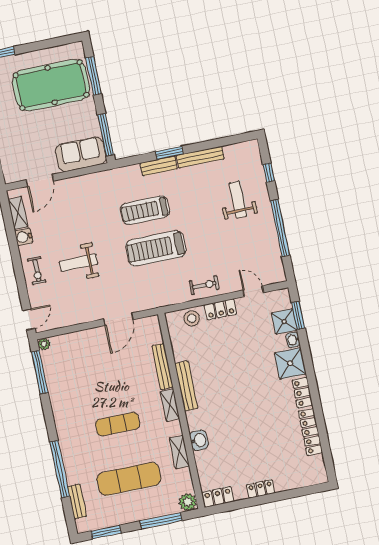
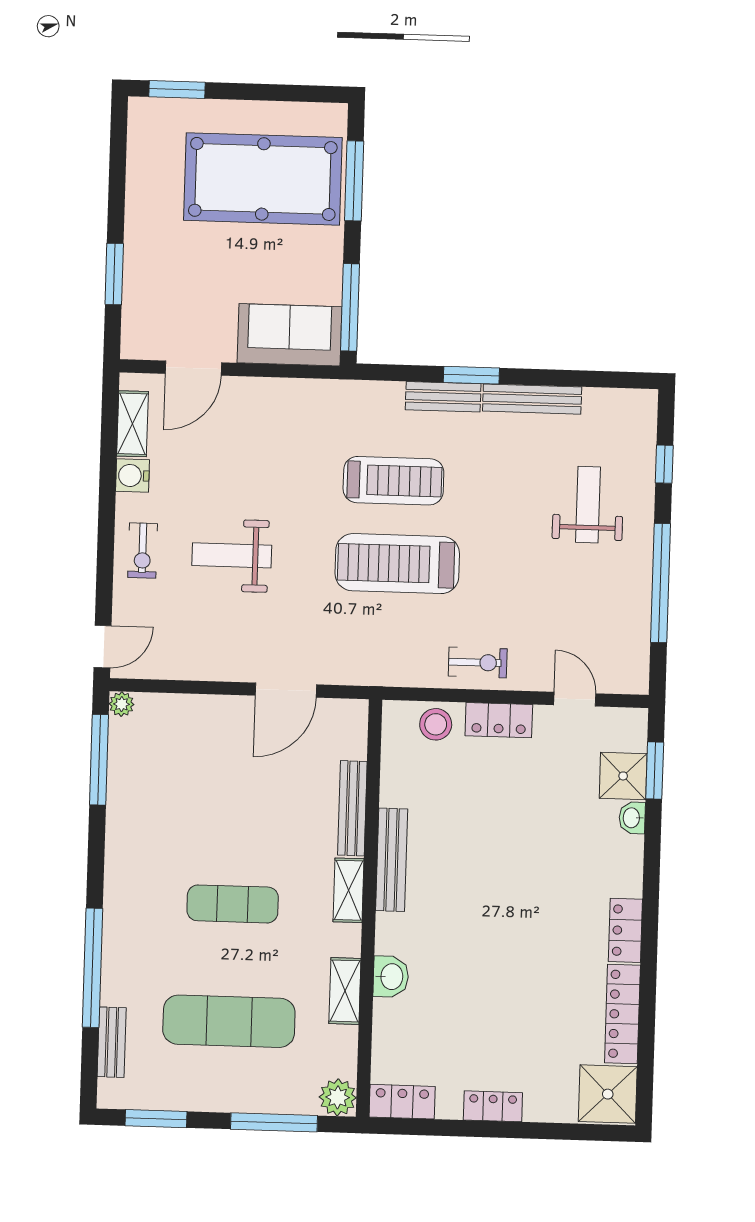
treadmill: (145, 210) -> (393, 481), turned 180
shower: (290, 363) -> (608, 1094), moved

